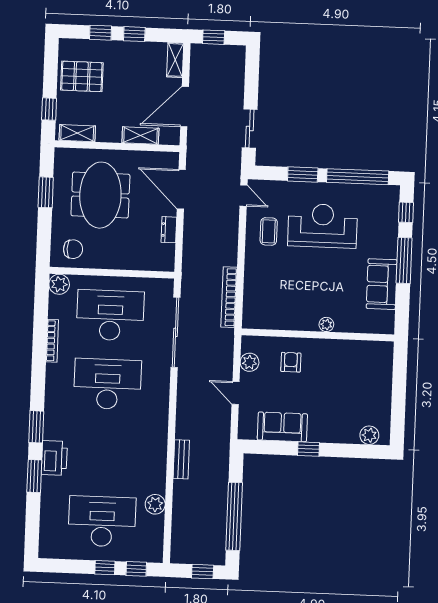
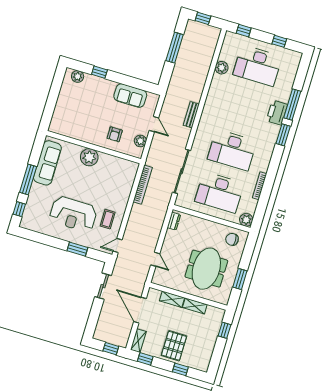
window: (134, 34) -> (145, 359), moved
pallet: (82, 76) -> (174, 346), moved, turned 90
door: (185, 107) -> (140, 310), swing flipped
shelving: (77, 133) -> (195, 306), moved
window: (358, 177) -> (44, 239), removed
door: (181, 189) -> (155, 259), width x0.53
door: (243, 196) -> (118, 245), hinge flipped
dresser: (169, 230) -> (174, 221), moved
sofa: (382, 284) -> (47, 163), width x1.36
plant: (326, 324) -> (89, 157), width x1.88, depth x1.88
window: (308, 449) -> (99, 72), moved
bench: (181, 459) -> (191, 115), moved
window: (34, 476) -> (292, 105), width x1.44
window: (234, 516) -> (175, 48), width x0.68
window: (105, 568) -> (279, 41), moved

